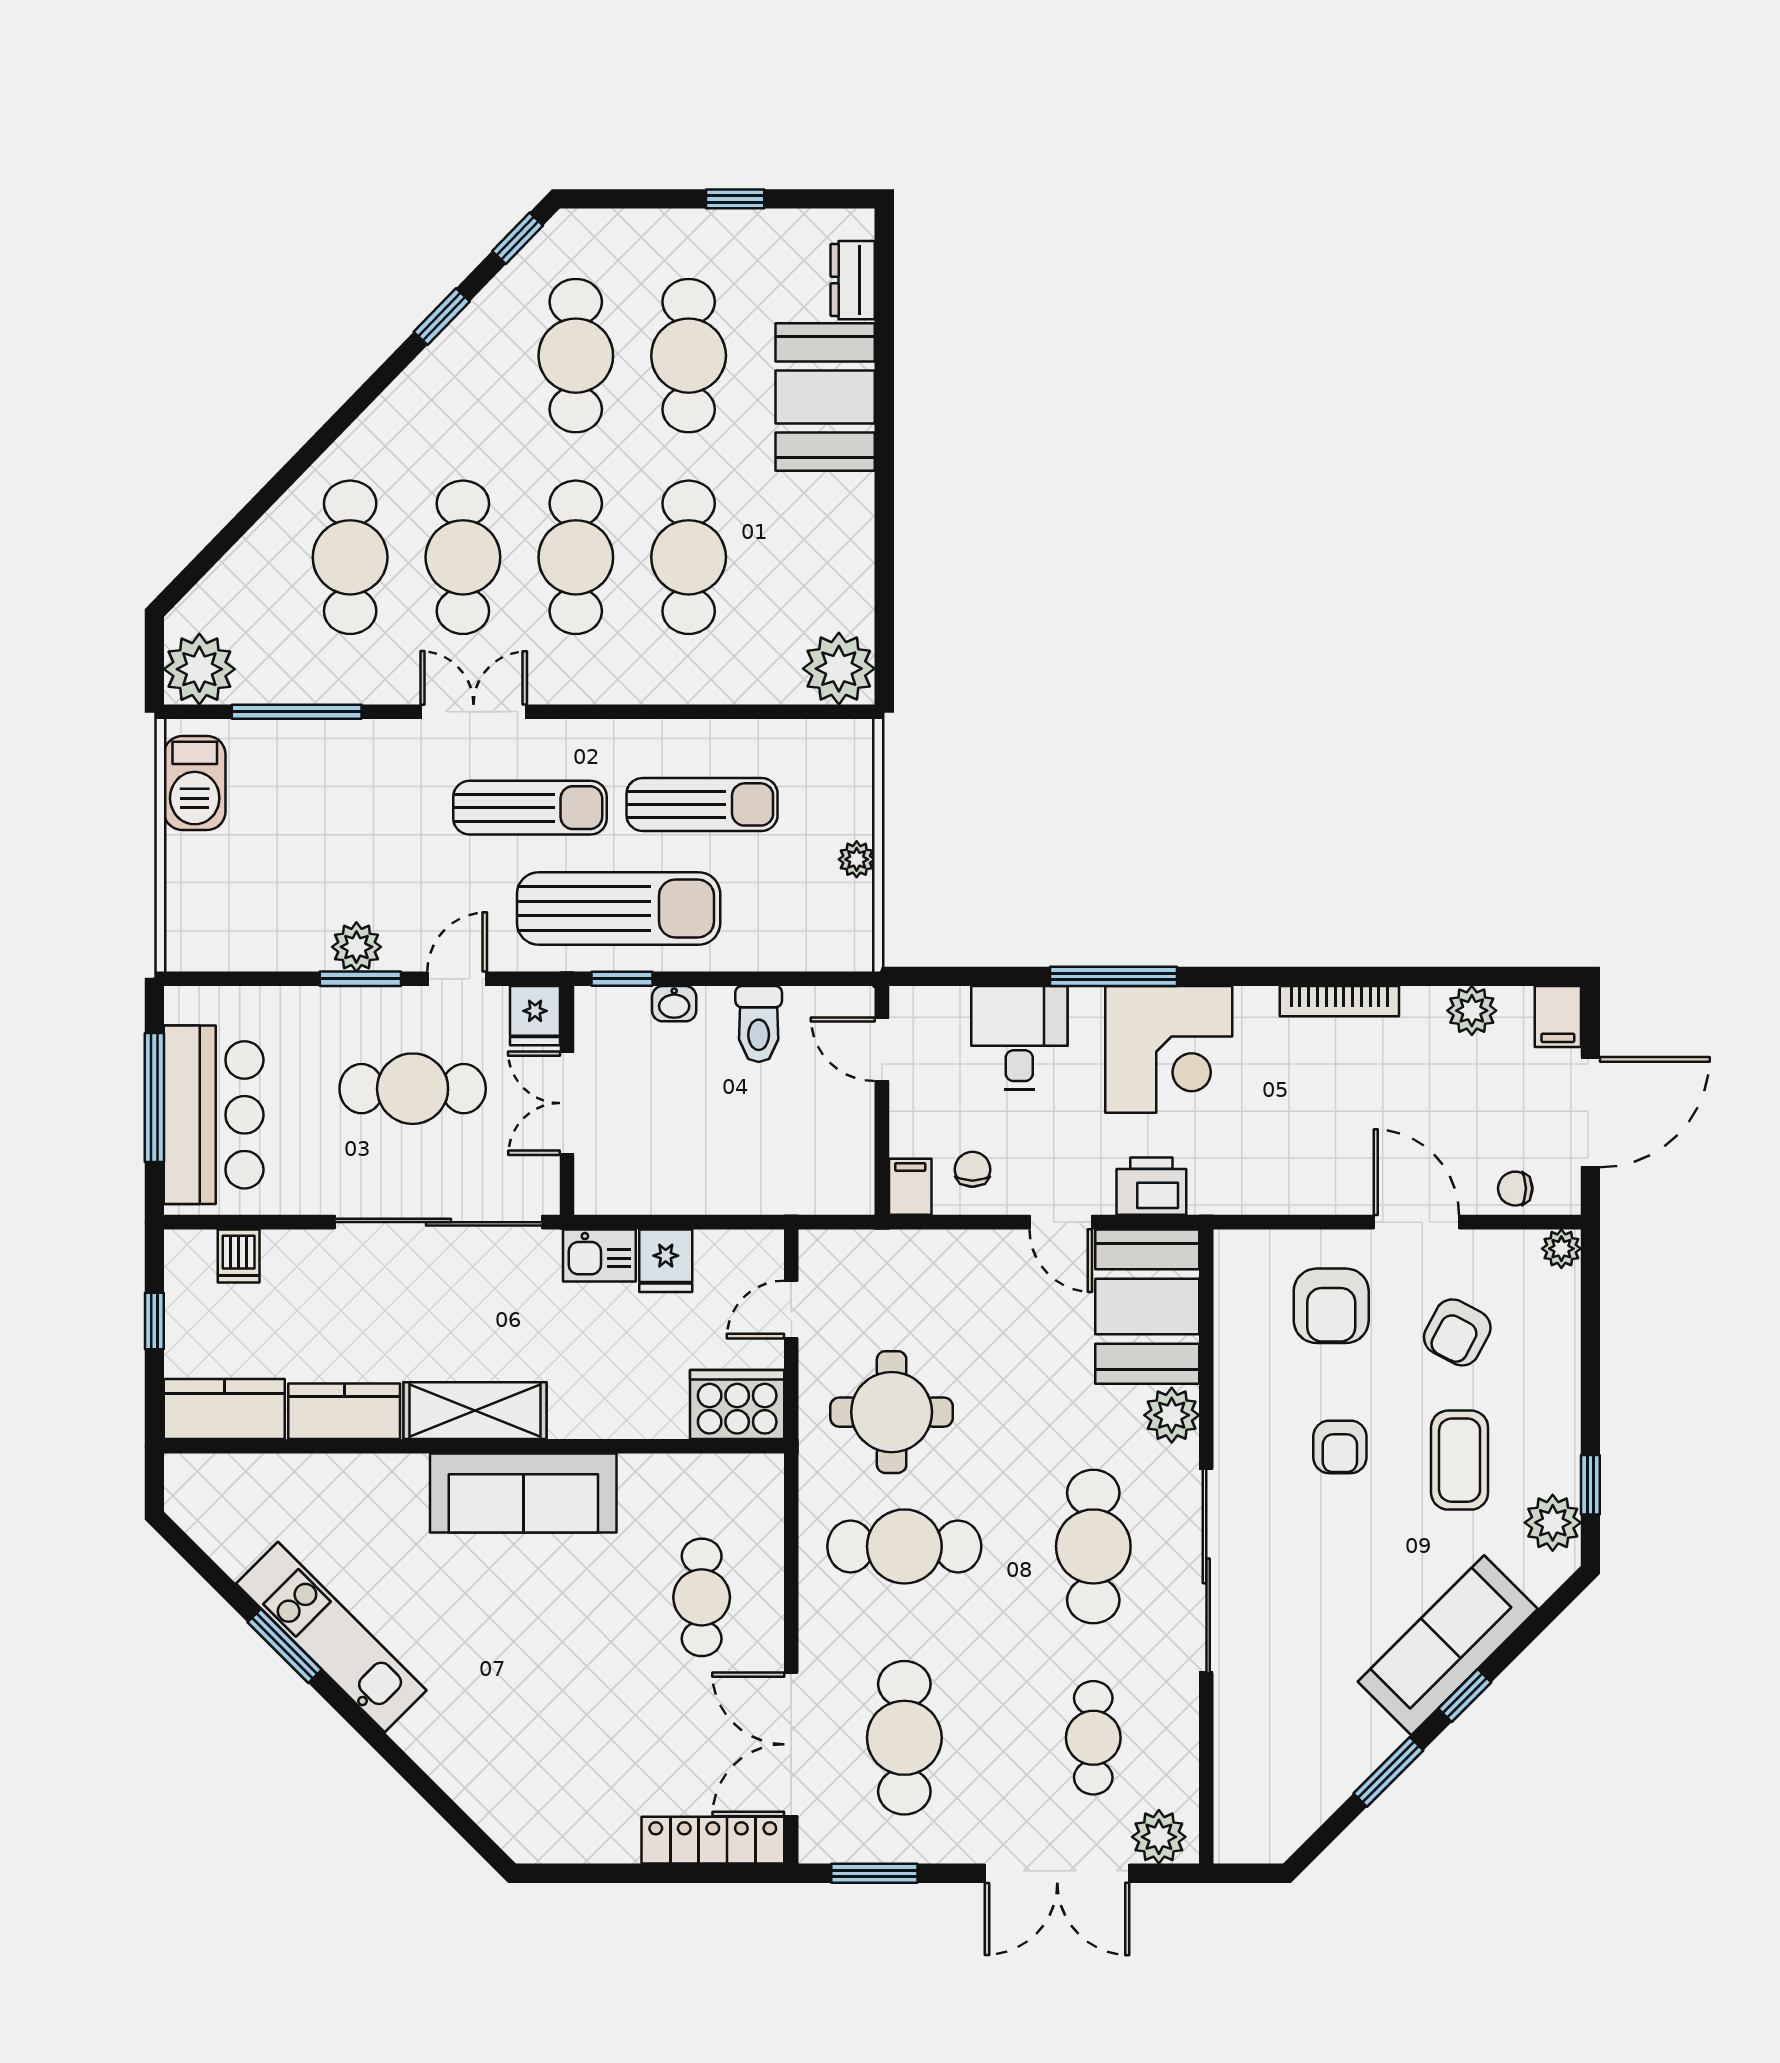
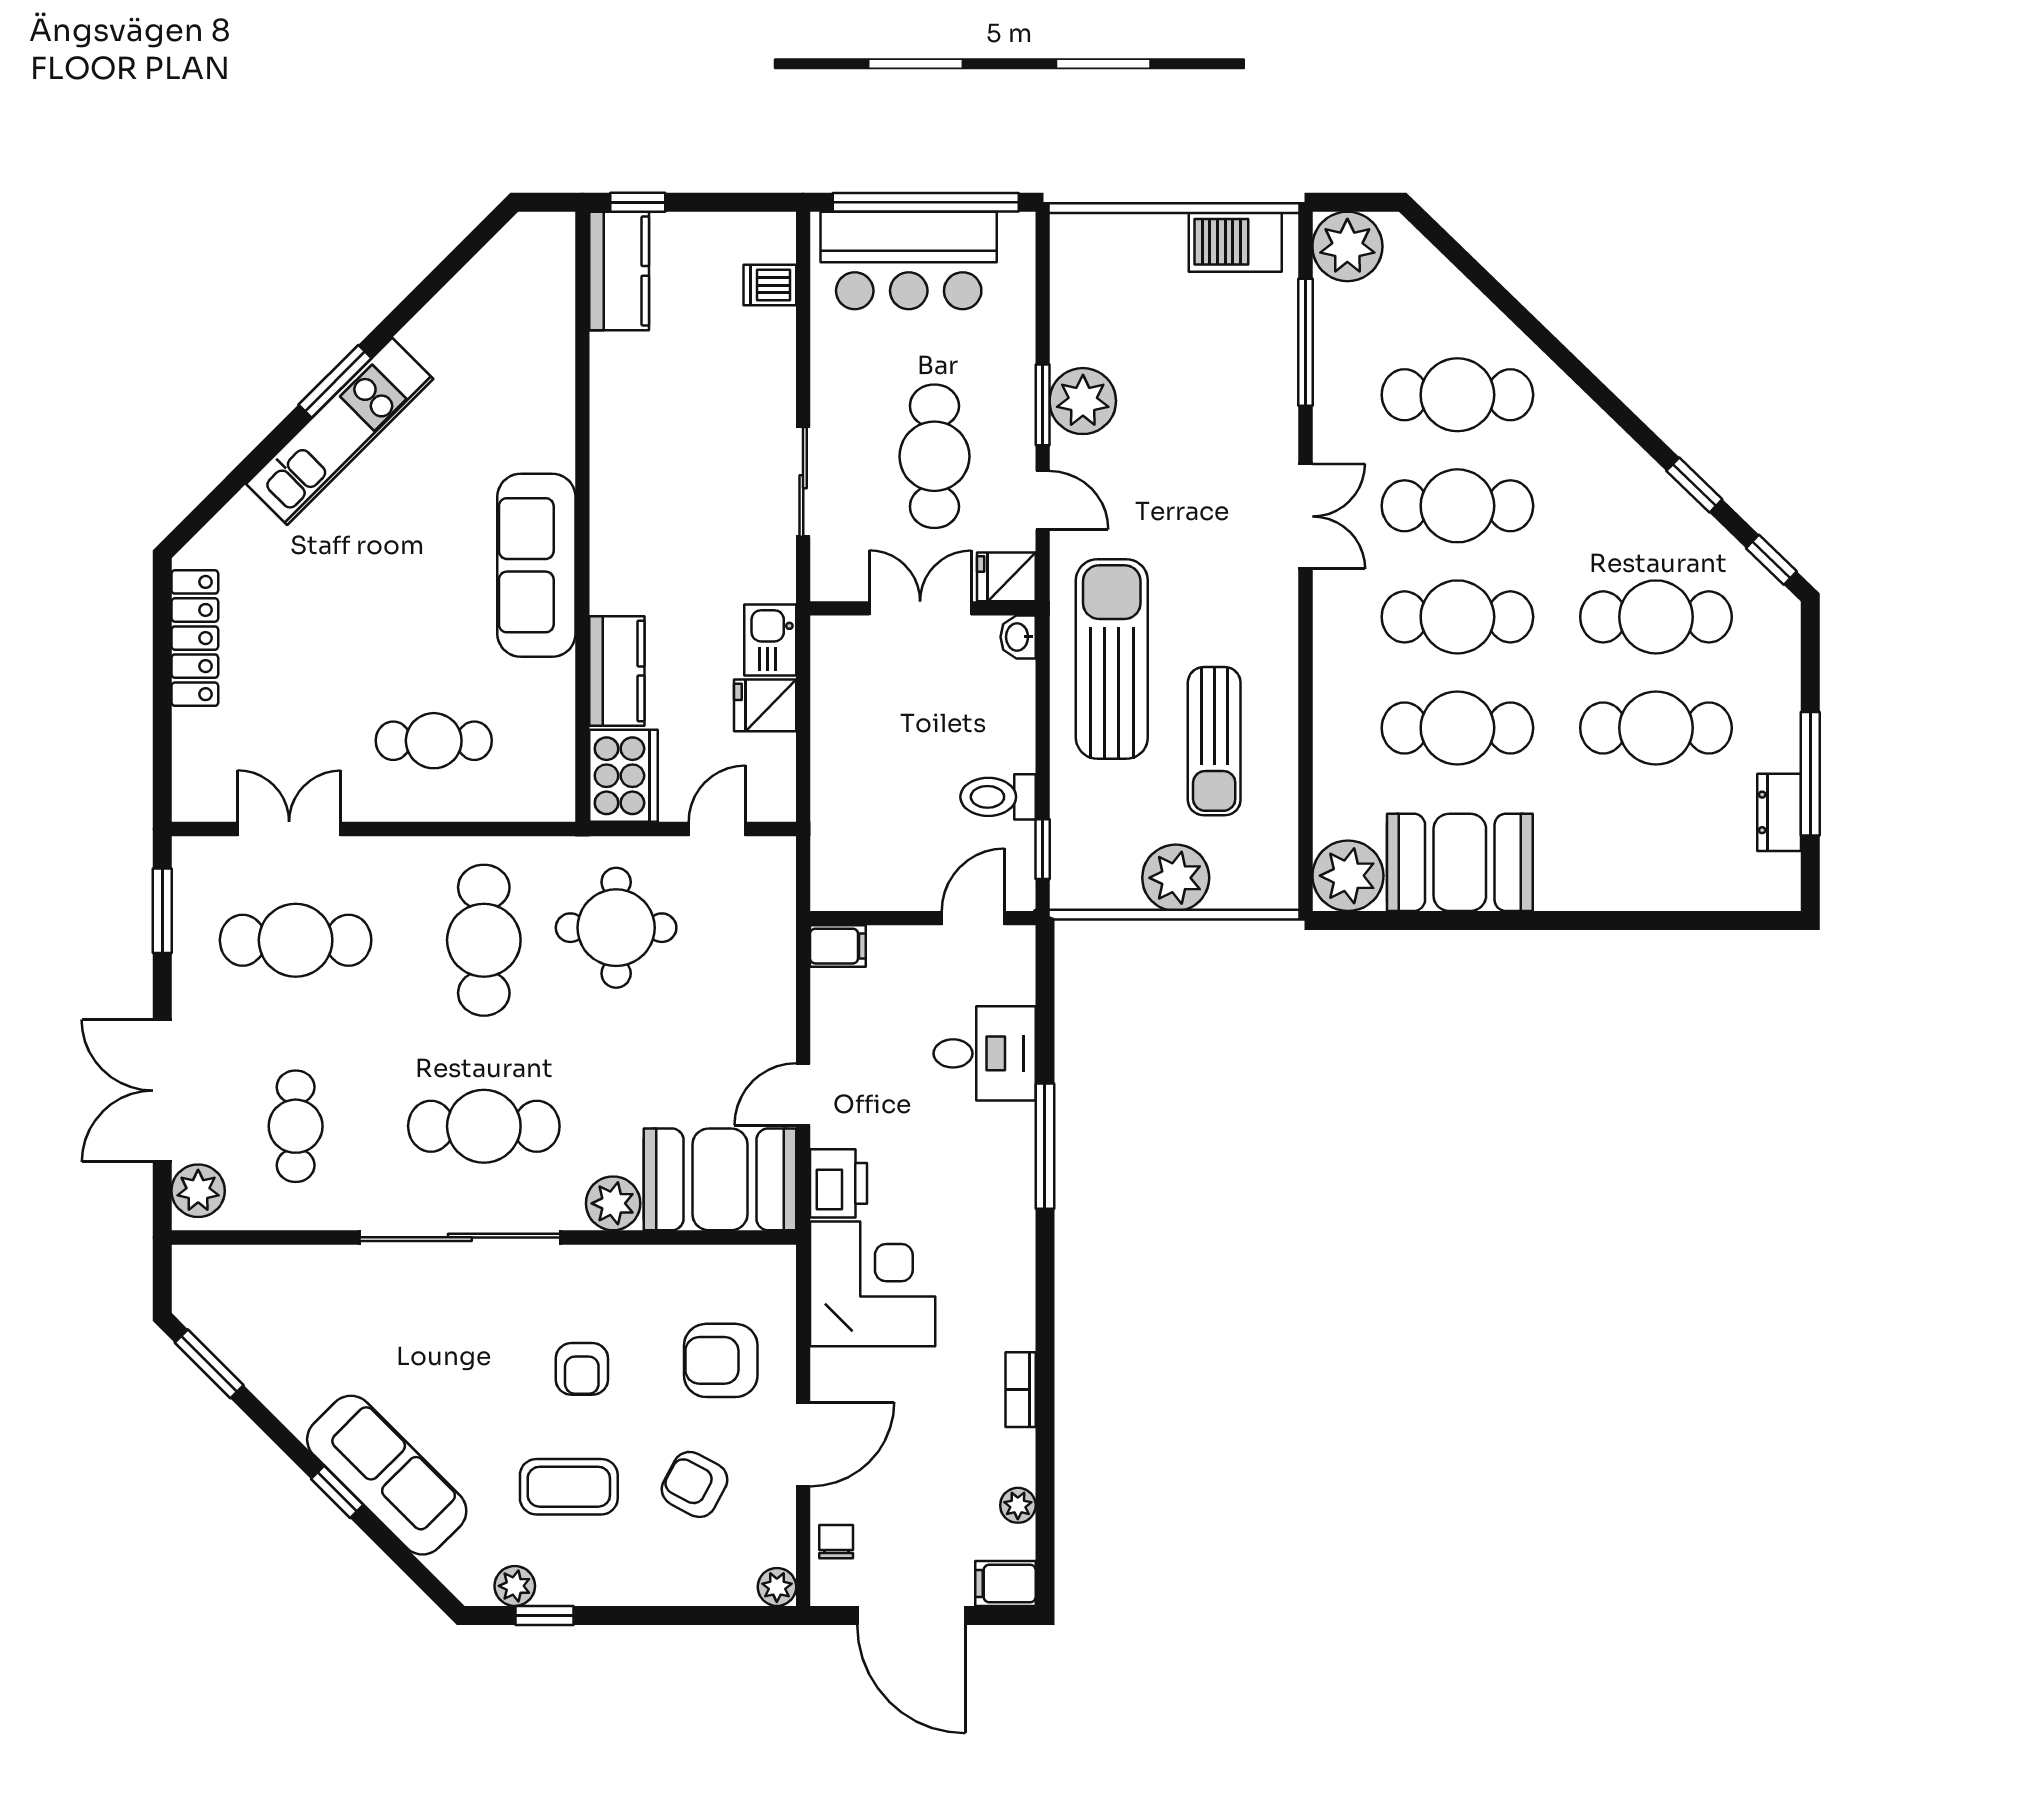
window: (735, 199) -> (1810, 774), width x2.17
dresser: (853, 280) -> (1779, 812), moved, turned -90
booth: (825, 397) -> (1460, 862), moved
sun lounger: (530, 808) -> (1211, 572), removed
plant: (857, 859) -> (1176, 878), width x1.87, depth x1.87
sun lounger: (619, 908) -> (1112, 659), turned 180
plant: (356, 947) -> (1083, 401), width x1.36, depth x1.36
window: (622, 979) -> (1043, 849), moved
bookcase: (1339, 1001) -> (1021, 1390), width x0.64
washbasin: (674, 1004) -> (1018, 637), moved
plant: (1472, 1011) -> (1018, 1505), width x0.73, depth x0.73
corner desk: (1169, 1049) -> (873, 1284), moved, turned 180
window: (154, 1098) -> (926, 202), width x1.46
chair: (972, 1169) -> (855, 1007), removed
sliding door: (438, 1222) -> (803, 482), width x0.54
door: (791, 1310) -> (717, 829), hinge flipped
window: (154, 1321) -> (638, 202), moved
kitchen counter: (344, 1411) -> (617, 671), moved
shelving: (475, 1411) -> (618, 518), removed
armchair: (1340, 1447) -> (582, 1369), turned -90
plant: (1553, 1523) -> (515, 1586), width x0.73, depth x0.73
kitchen unit: (331, 1637) -> (340, 431), moved
window: (285, 1646) -> (335, 381), moved
cafe table: (1093, 1738) -> (296, 1126), turned 90
double door: (791, 1744) -> (289, 829), width x0.73
window: (1388, 1772) -> (209, 1364), moved
locker: (713, 1840) -> (195, 638), moved

